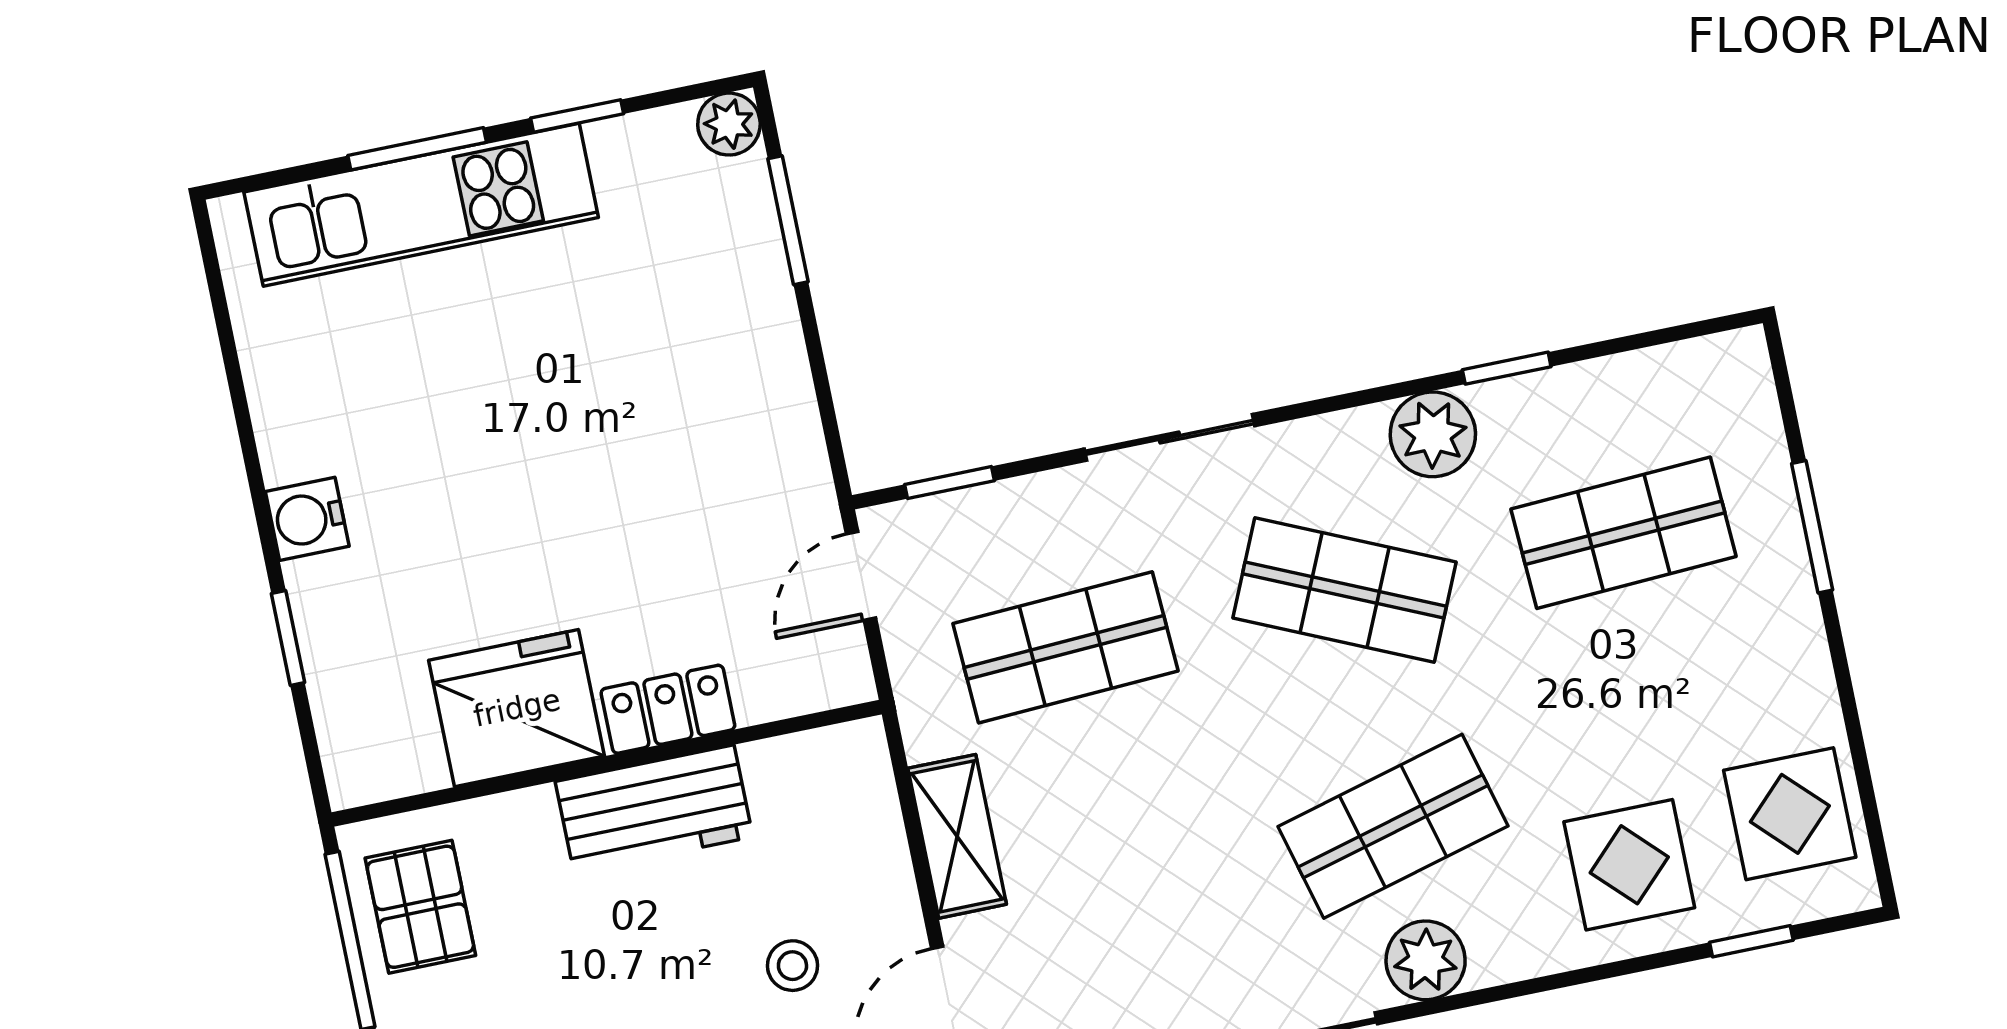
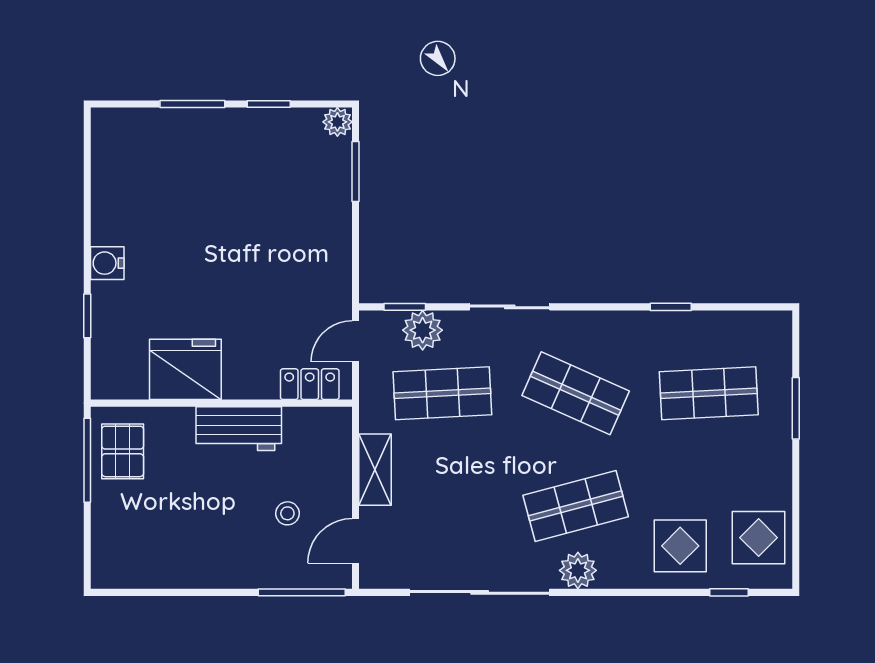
kitchen unit: (421, 205) -> (189, 130), removed
plant: (1433, 434) -> (423, 330), moved
locker: (668, 709) -> (310, 384), moved

